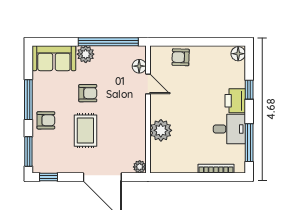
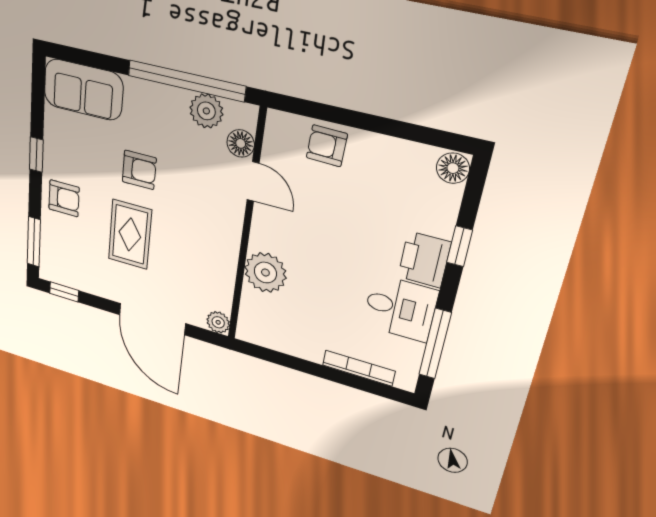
plant: (86, 54) -> (206, 111), moved
window: (28, 100) -> (36, 155), width x0.46

